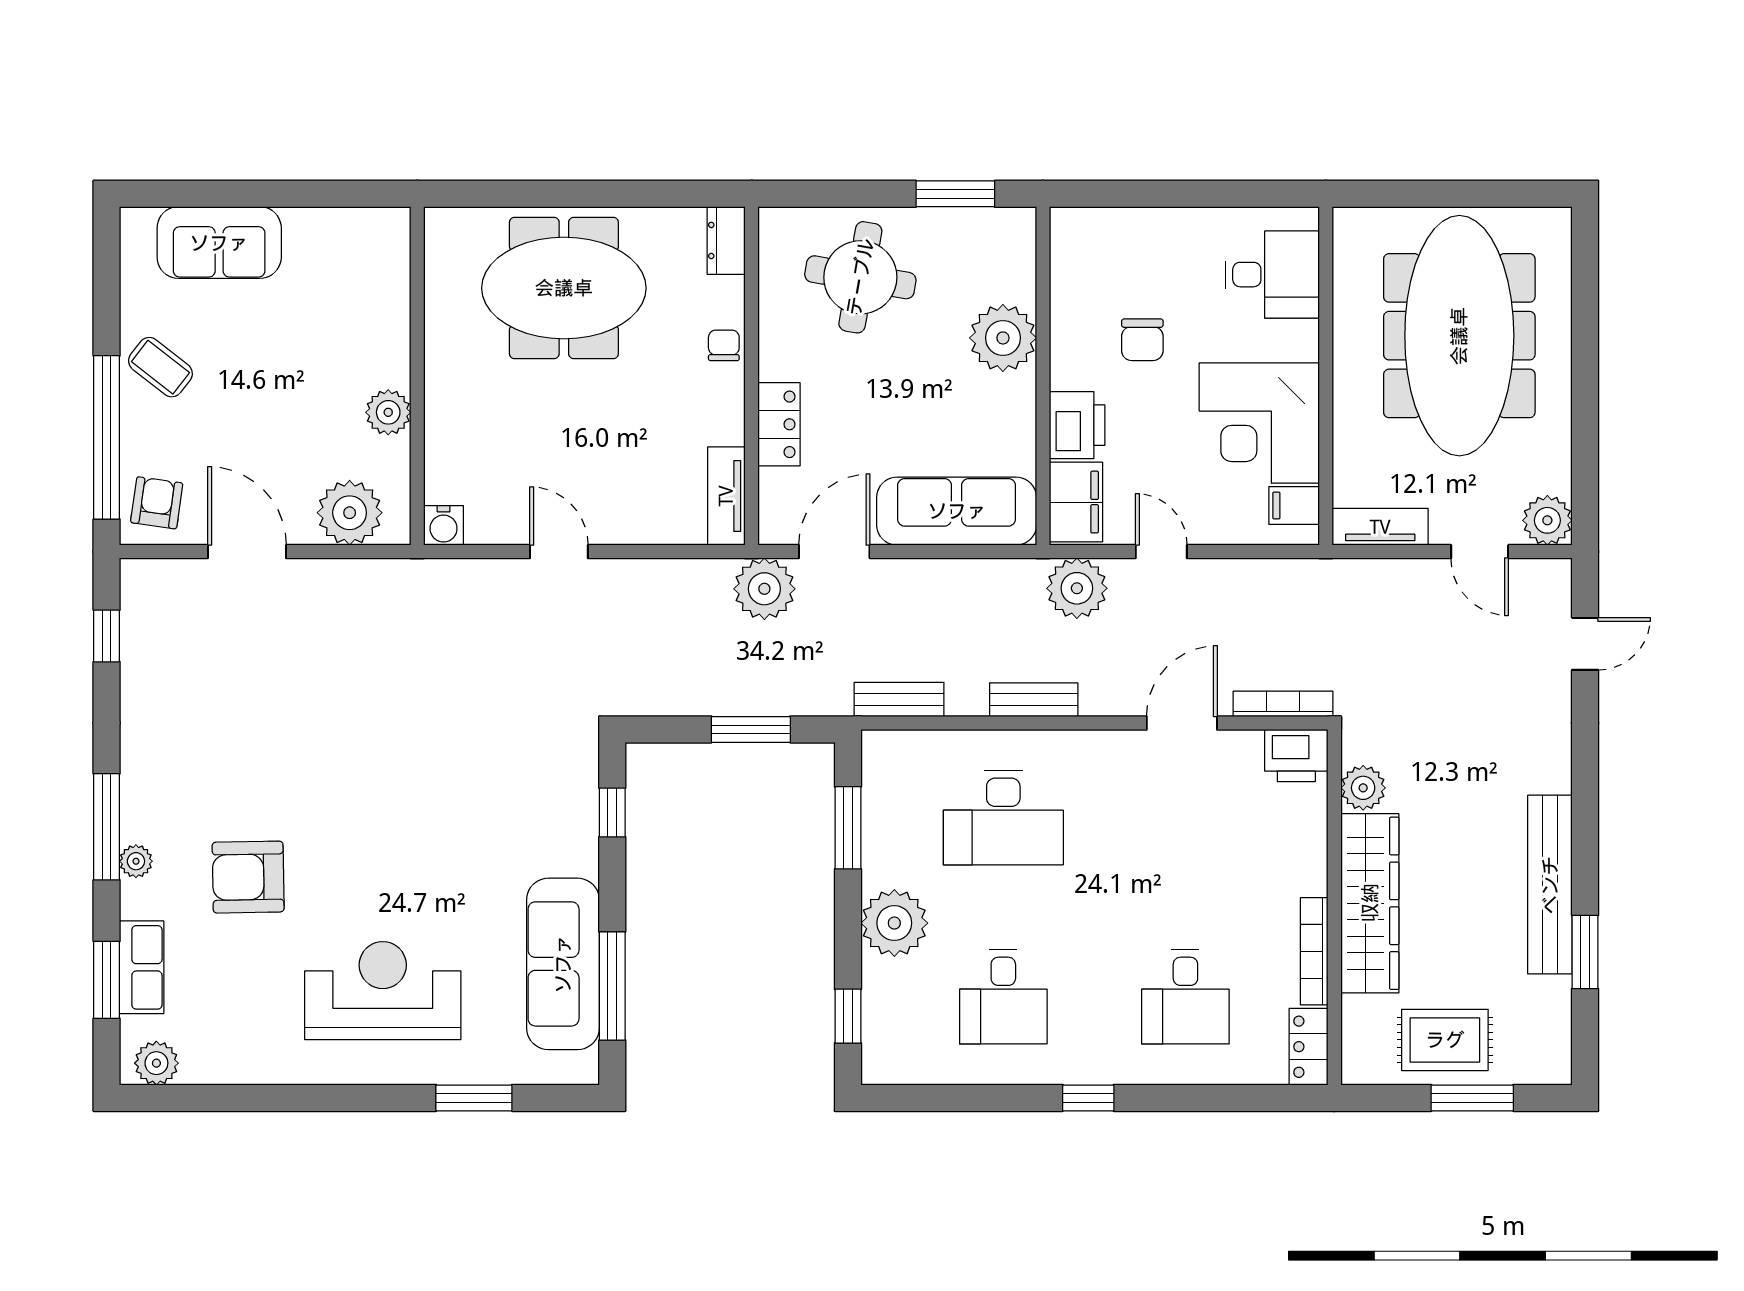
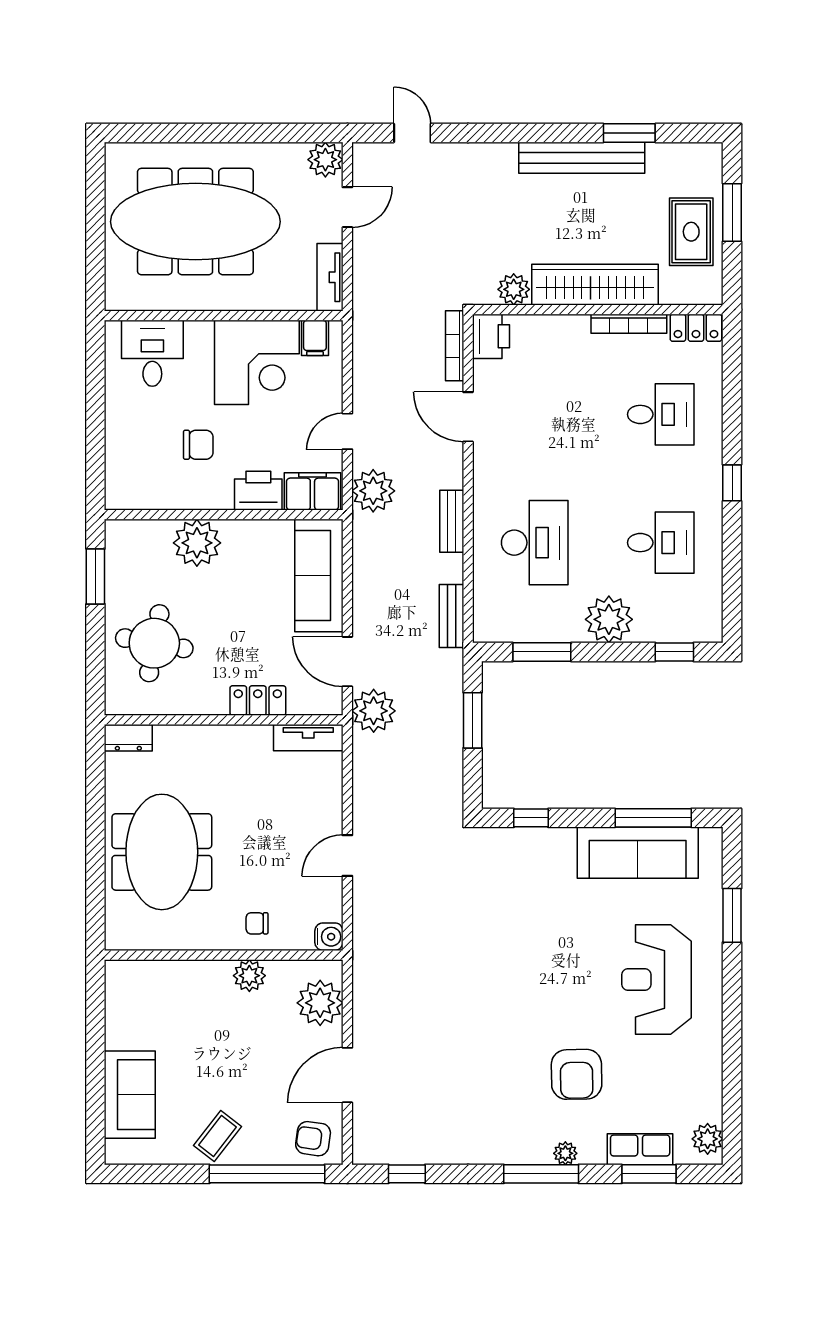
chair: (724, 345) -> (257, 923), moved

